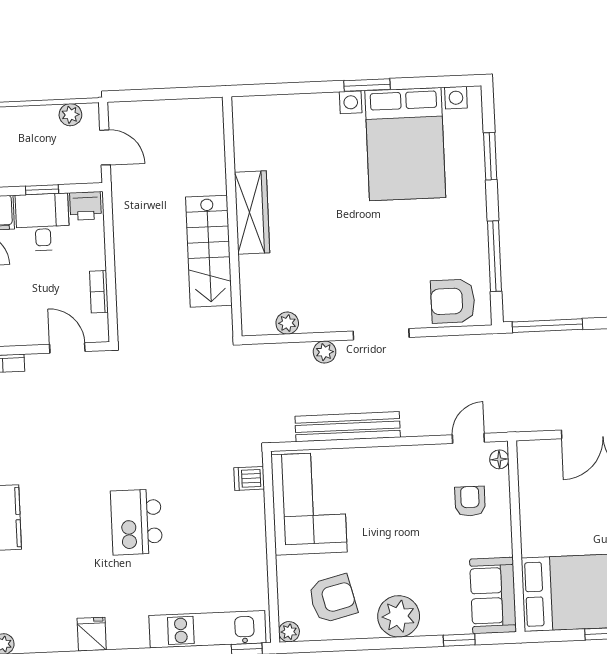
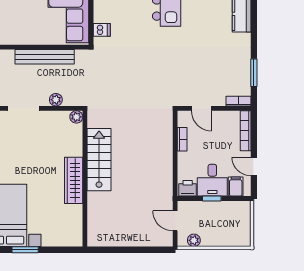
wardrobe: (252, 213) -> (74, 180), moved
wall: (232, 217) -> (85, 179), moved
stairs: (209, 251) -> (99, 160), moved

